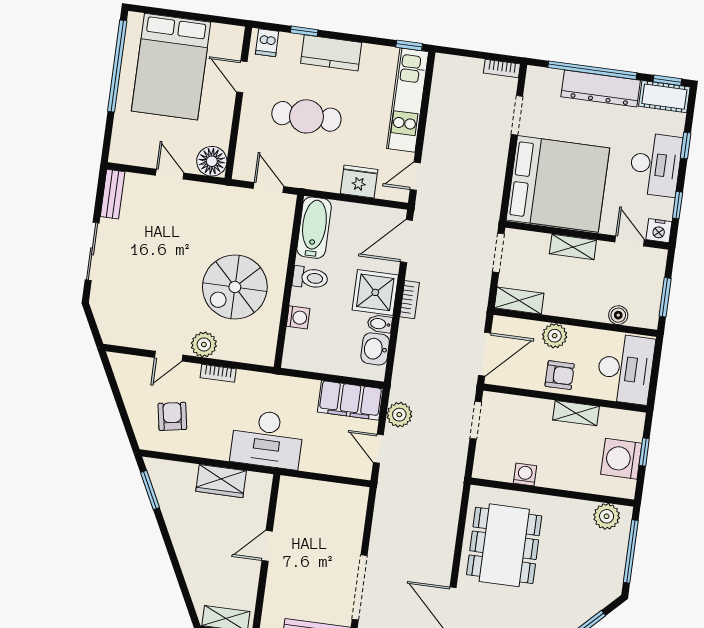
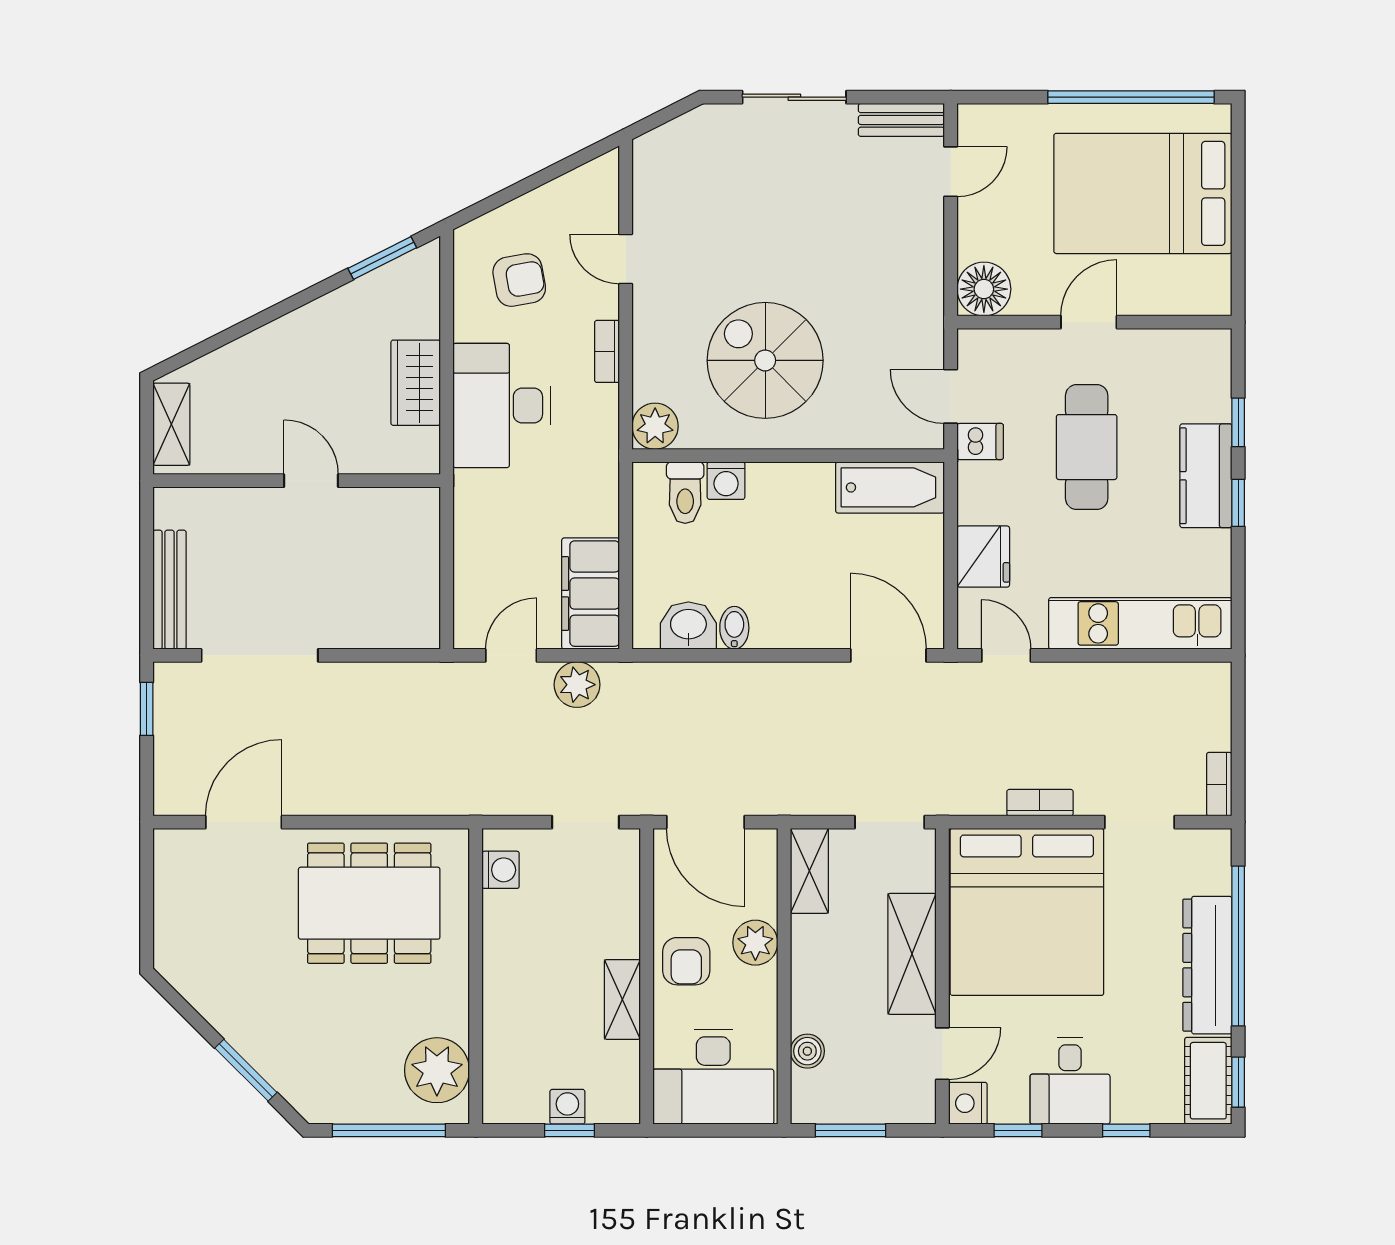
dishwasher: (267, 43) -> (980, 441), moved, turned 180
window: (409, 45) -> (1238, 503), moved
door: (242, 77) -> (1089, 322), moved
desk: (655, 165) -> (1070, 1081), width x0.73
door: (170, 174) -> (951, 172), moved
door: (268, 187) -> (951, 396), swing flipped
shelving: (573, 247) -> (912, 954), width x1.50, depth x1.33
toilet: (310, 278) -> (685, 493), moved
shower: (375, 292) -> (789, 612), removed
bookcase: (409, 300) -> (1040, 803), moved, turned 180
plant: (204, 344) -> (655, 426), moved
desk: (267, 439) -> (502, 405), moved
washing machine: (621, 459) -> (567, 1107), width x0.53, depth x0.53
washing machine: (525, 474) -> (501, 870), moved
plant: (607, 516) -> (437, 1070), width x1.36, depth x1.36

